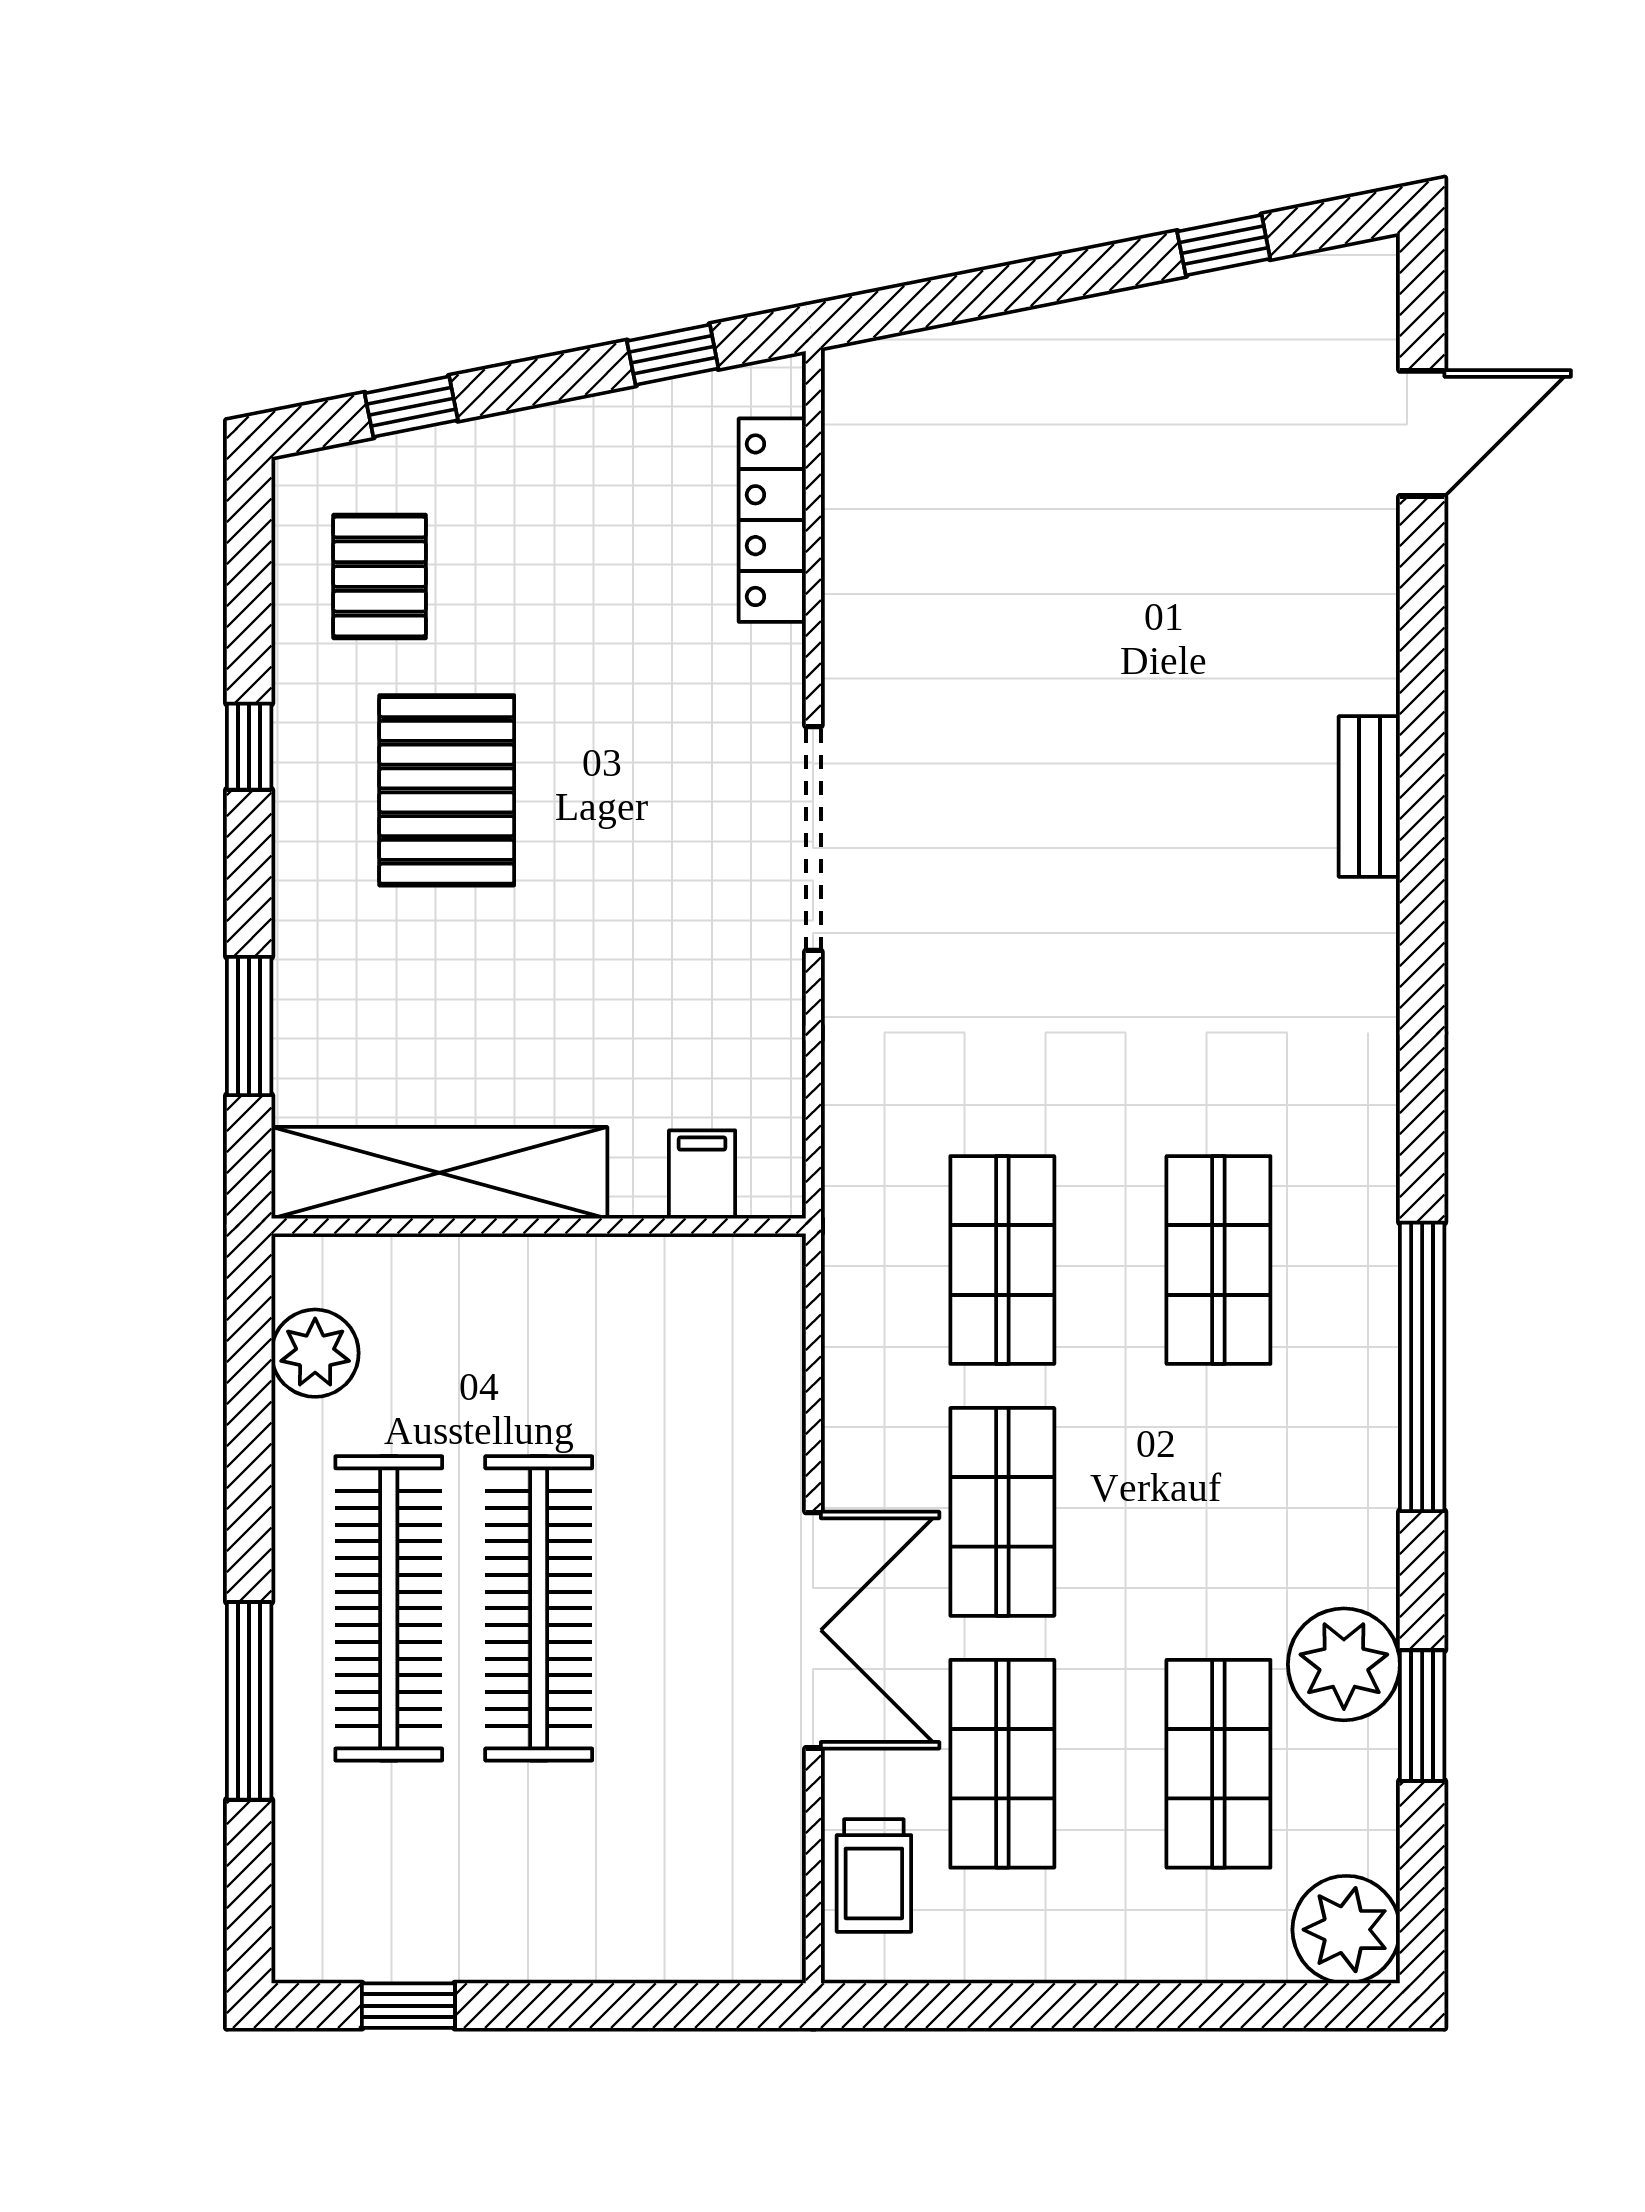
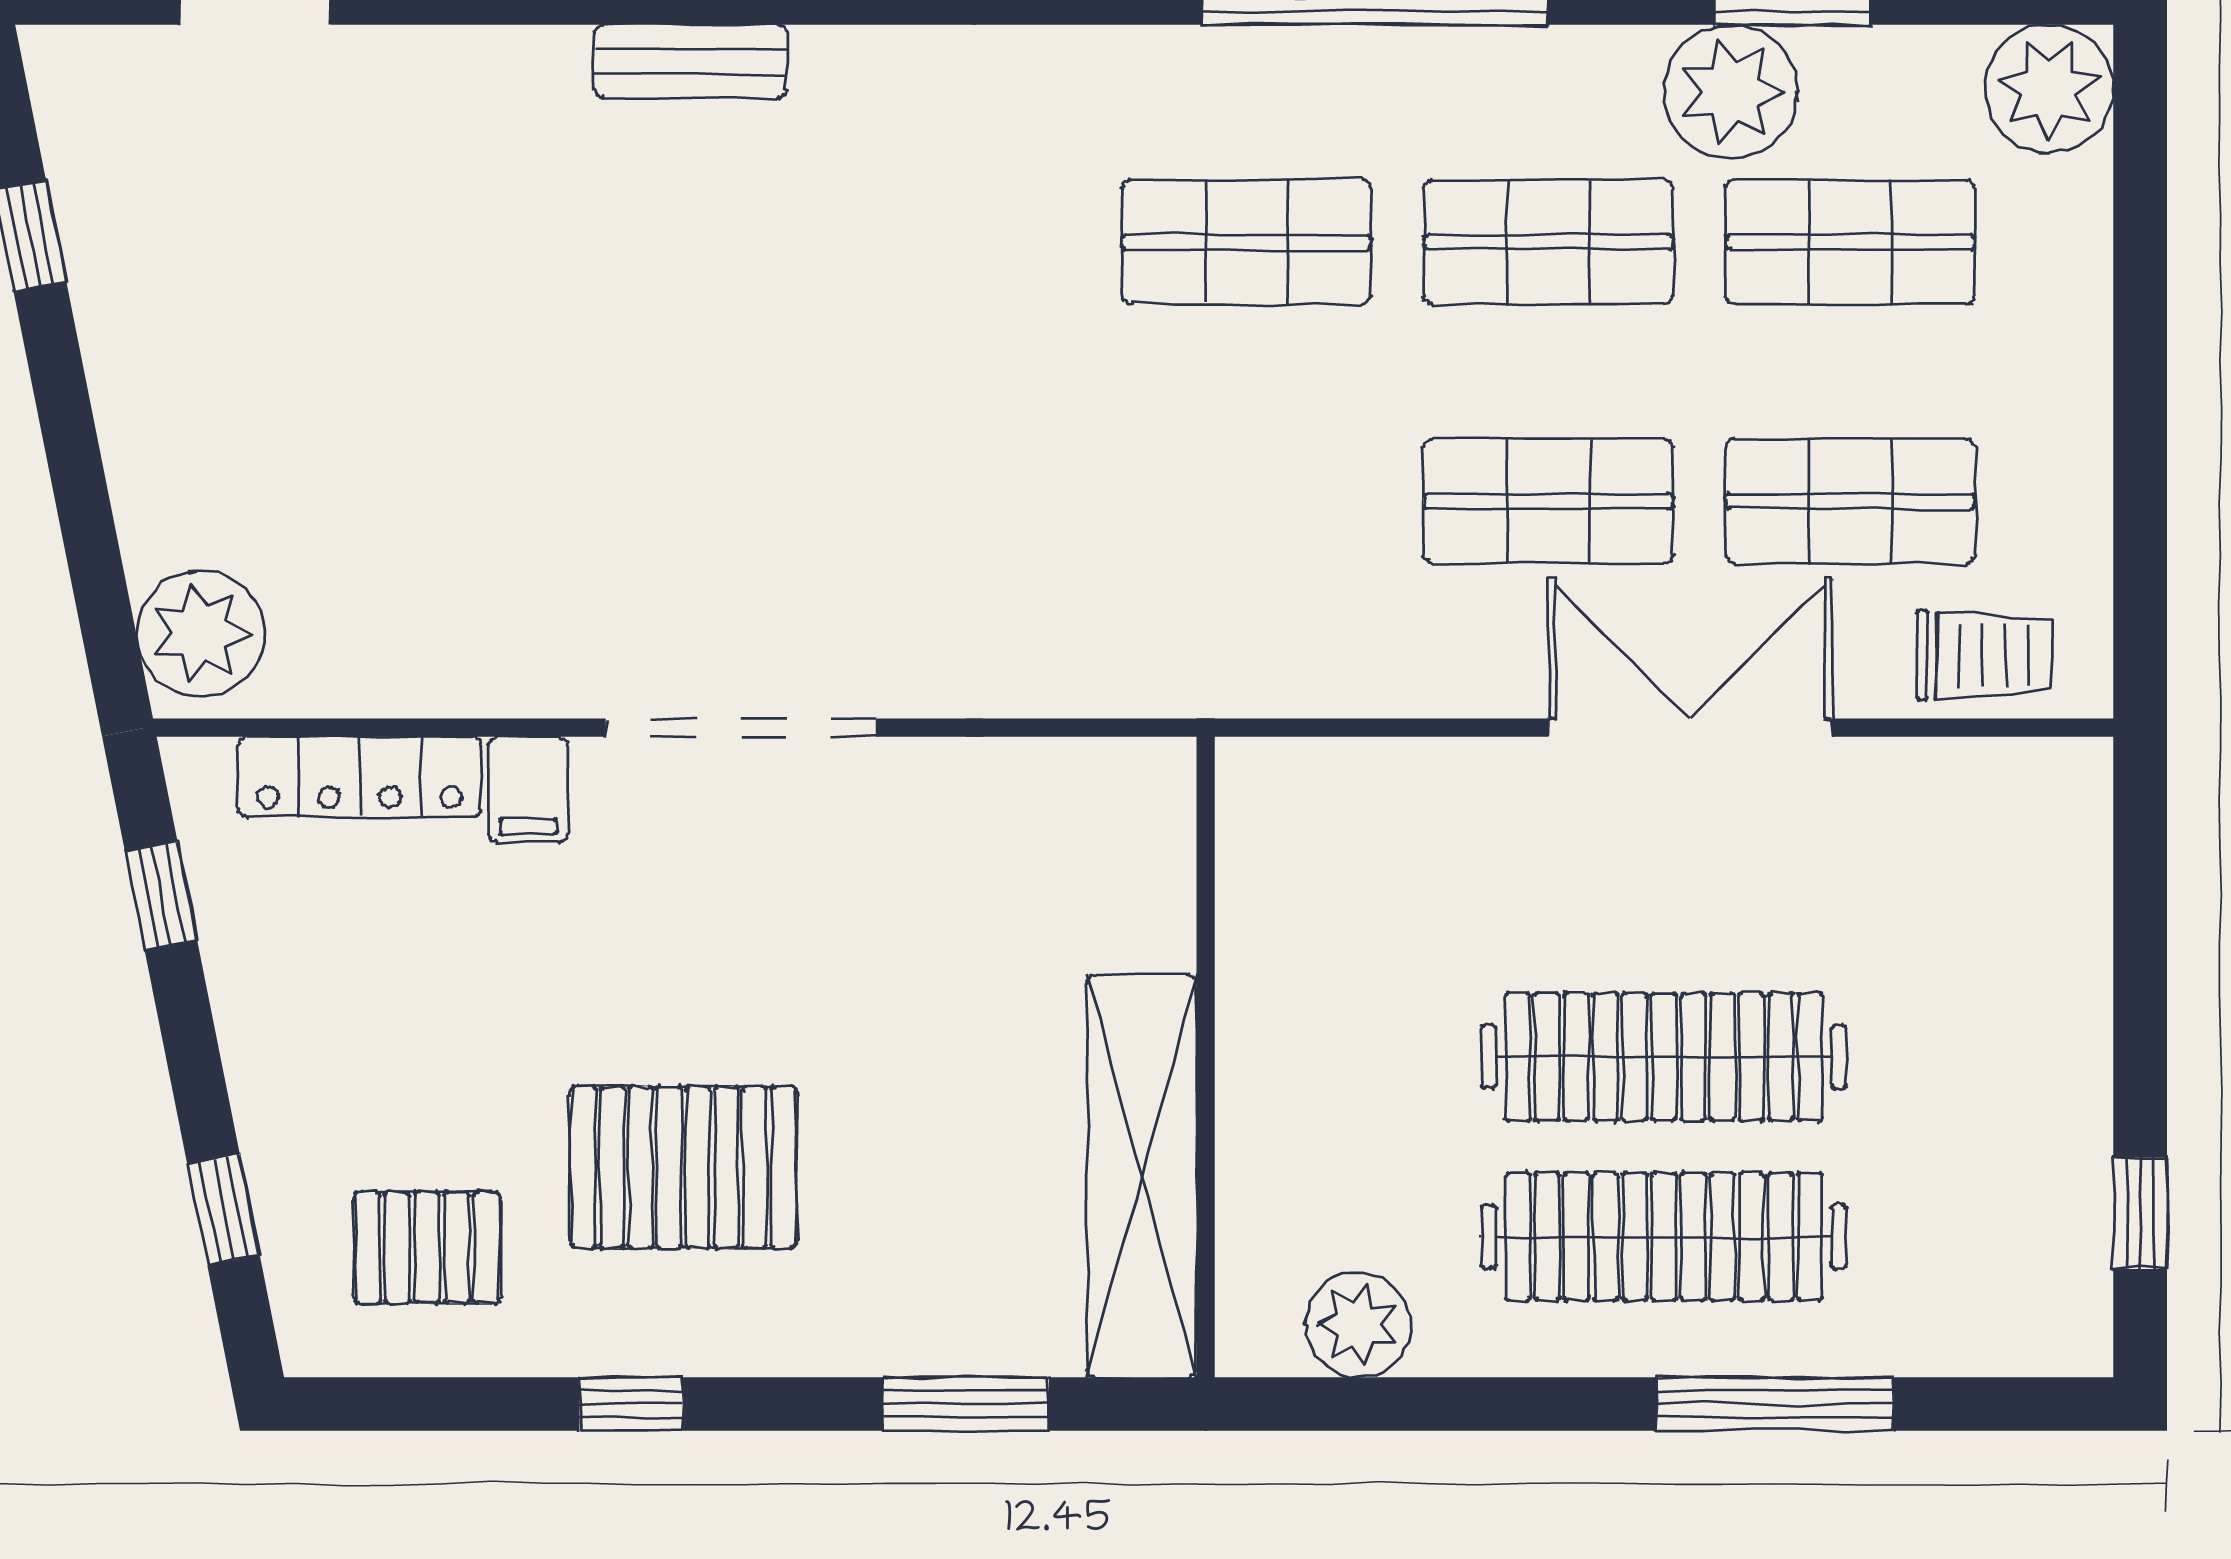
plant: (892, 388) -> (201, 633), added
filing cabinet: (702, 1174) -> (528, 789), moved, turned -90
shop shelf: (1002, 1260) -> (1548, 242), moved

